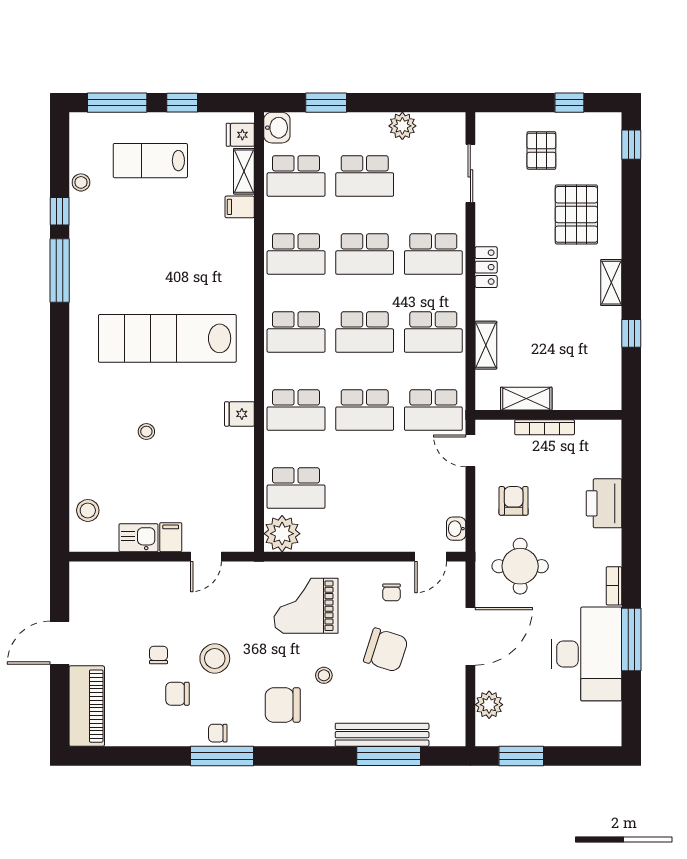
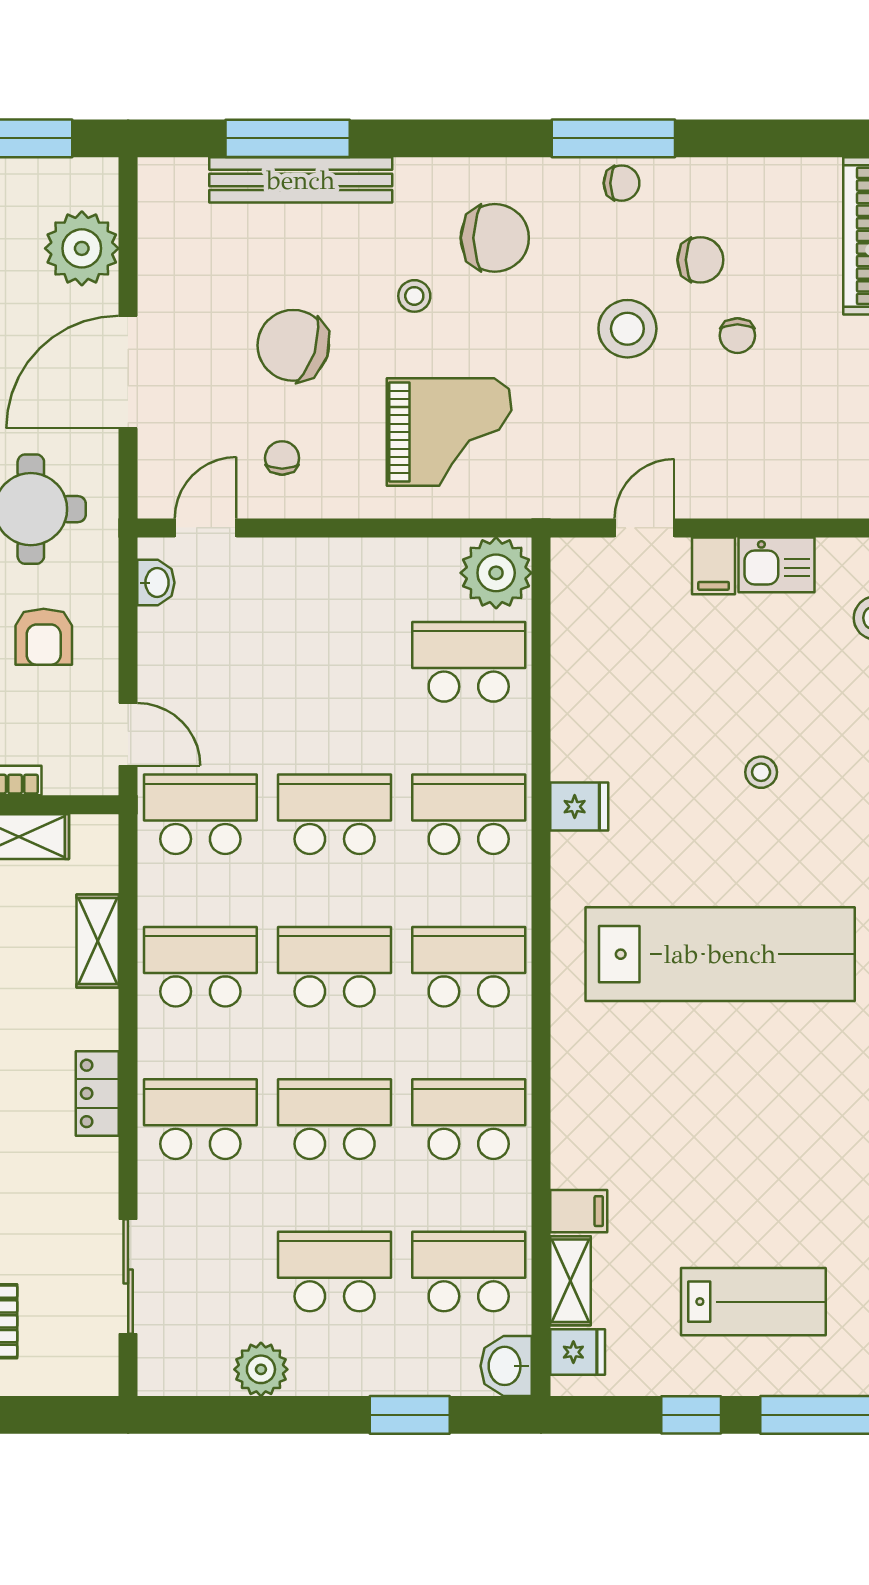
plant: (489, 705) -> (82, 248), width x1.36, depth x1.36

